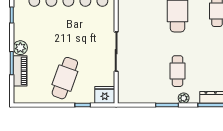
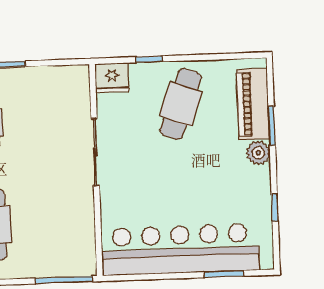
piano: (20, 71) -> (253, 104), width x1.37, depth x1.33

